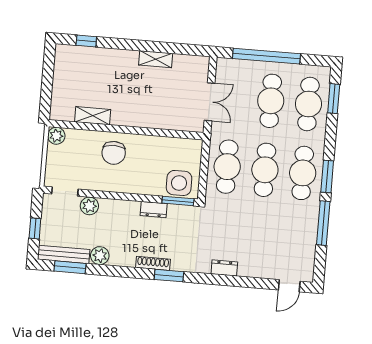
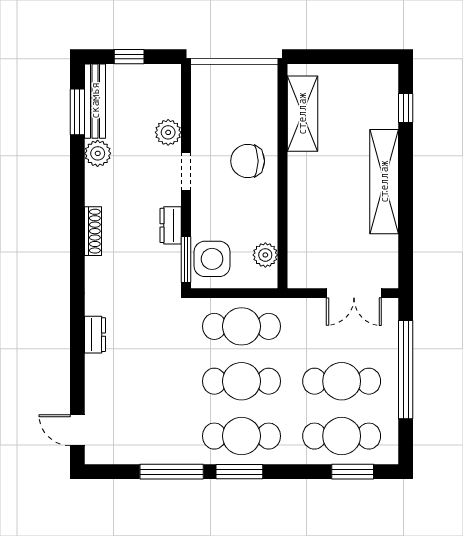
shelving: (156, 59) -> (384, 182), width x2.20, depth x1.33
double door: (210, 102) -> (354, 293), moved
shelving: (93, 116) -> (302, 114), width x1.50, depth x1.33
plant: (56, 136) -> (265, 255), moved
doorway: (65, 191) -> (186, 172), moved
window: (169, 276) -> (77, 256), removed

